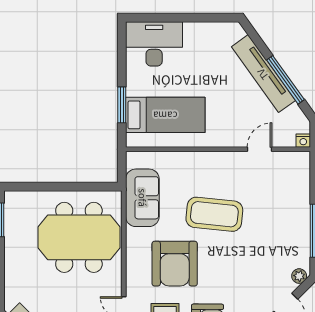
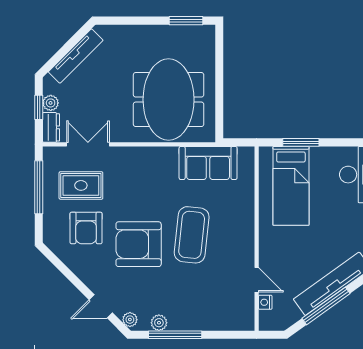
nightstand: (303, 141) -> (265, 302), moved
plant: (302, 247) -> (159, 323), added
armchair: (175, 264) -> (139, 244), moved

